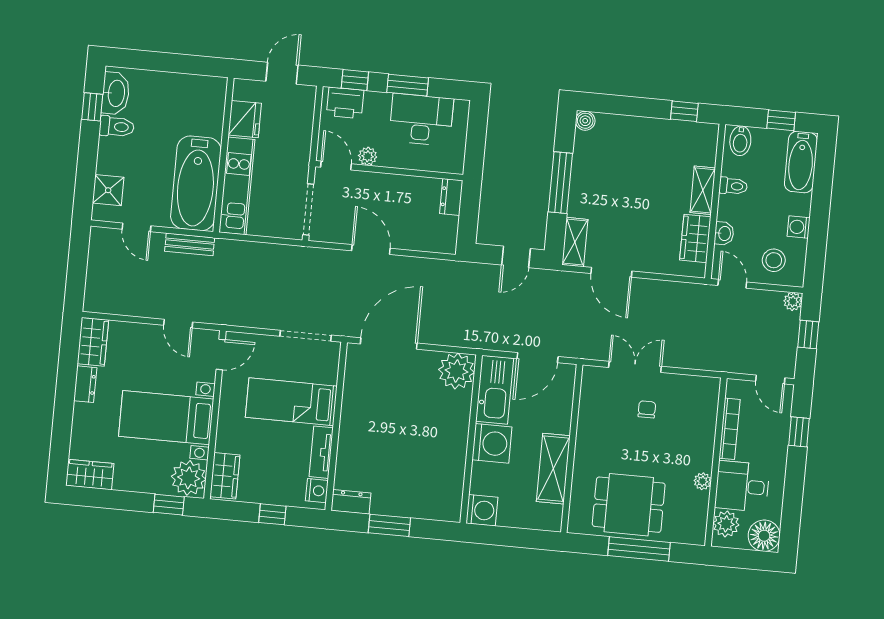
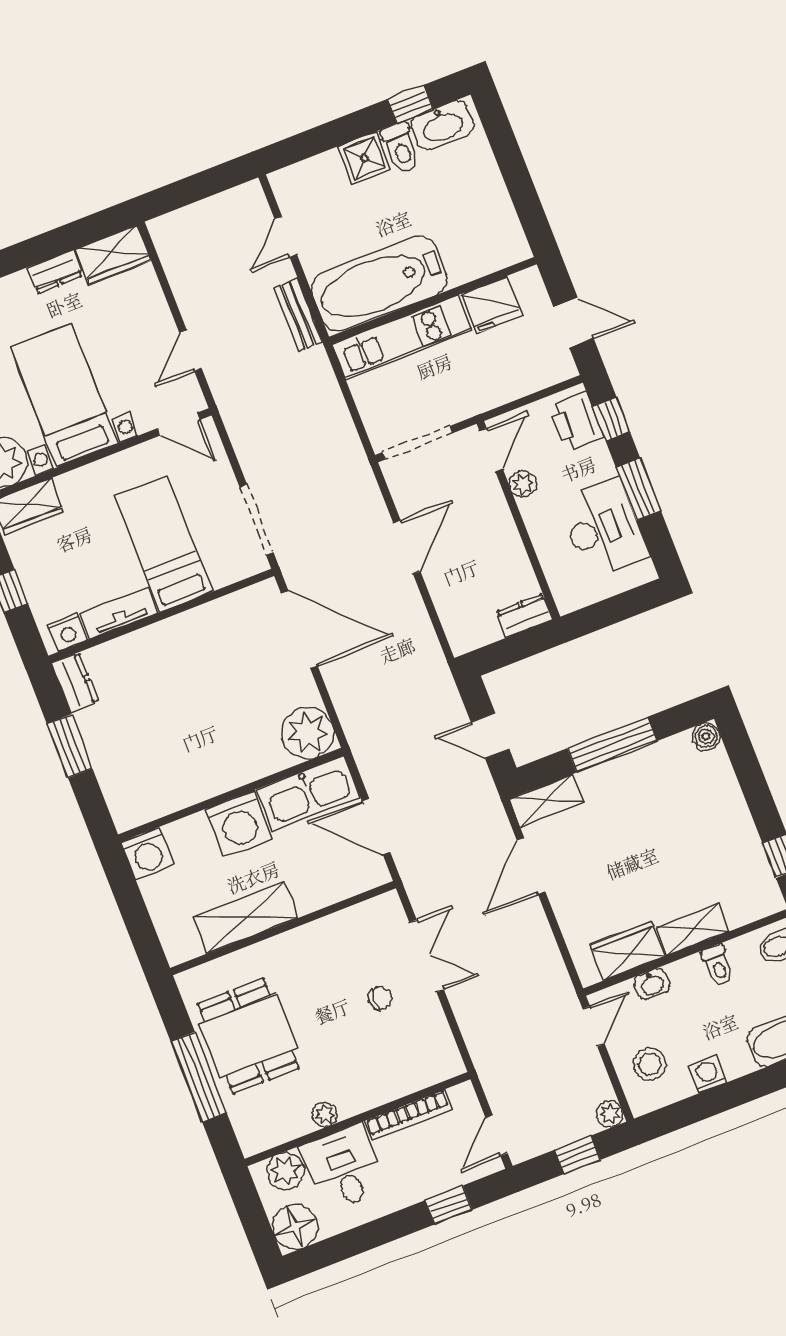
shower: (108, 190) -> (364, 158), moved

